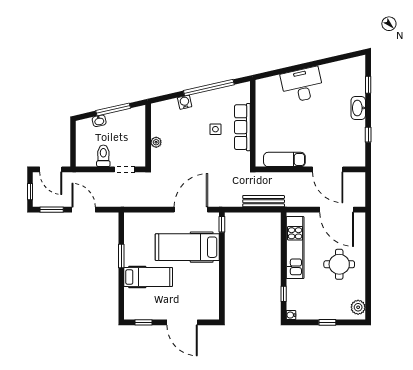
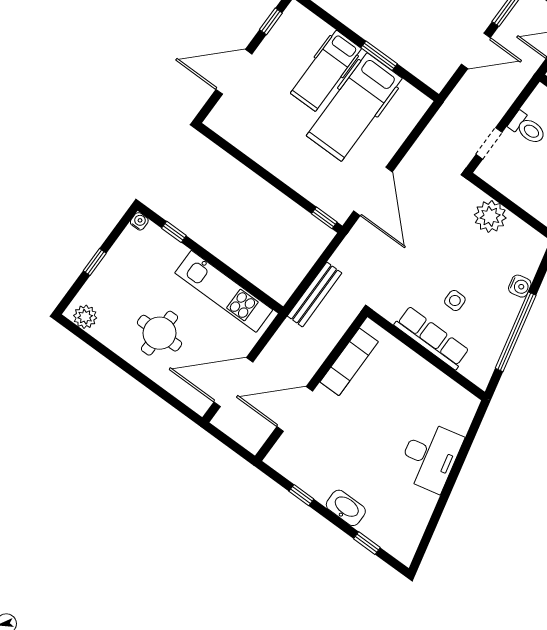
plant: (156, 142) -> (490, 216), width x1.88, depth x1.88
hospital bed: (187, 247) -> (354, 107), moved, turned 180

